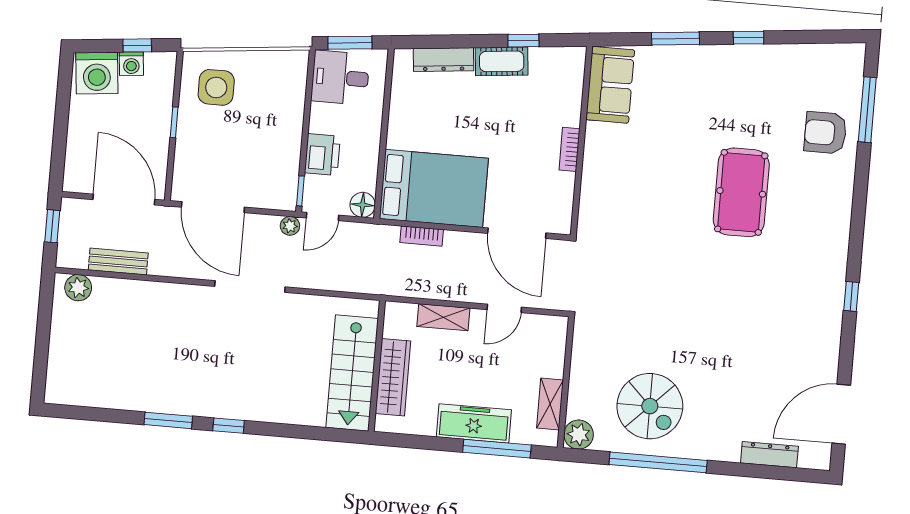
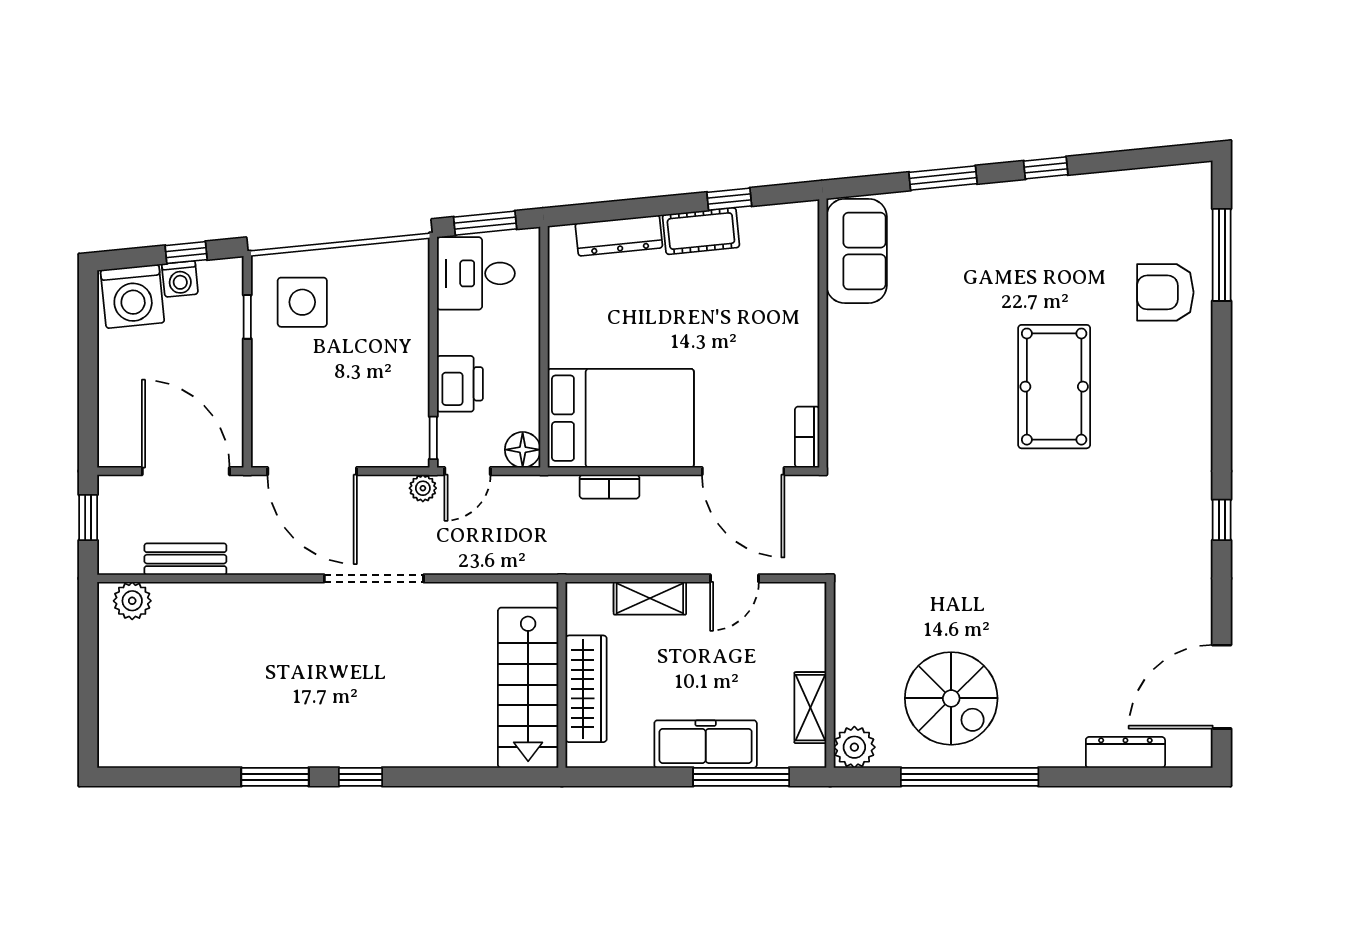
window: (174, 122) -> (247, 317), moved
bookcase: (569, 149) -> (807, 437), moved

